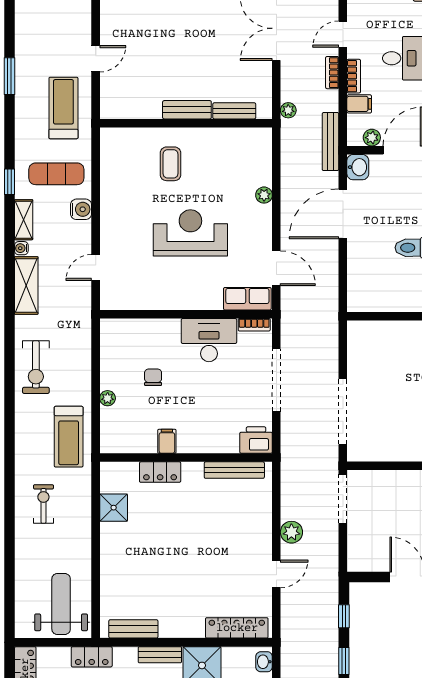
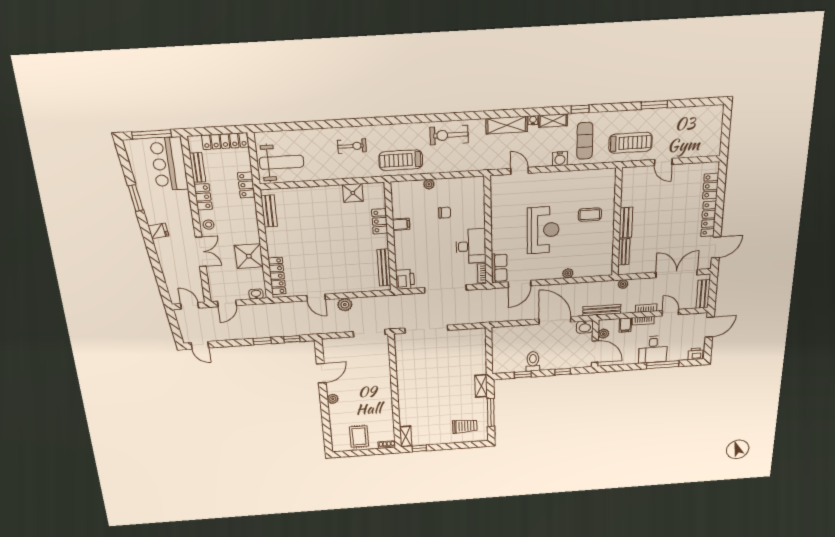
bench: (160, 655) -> (253, 229), removed

